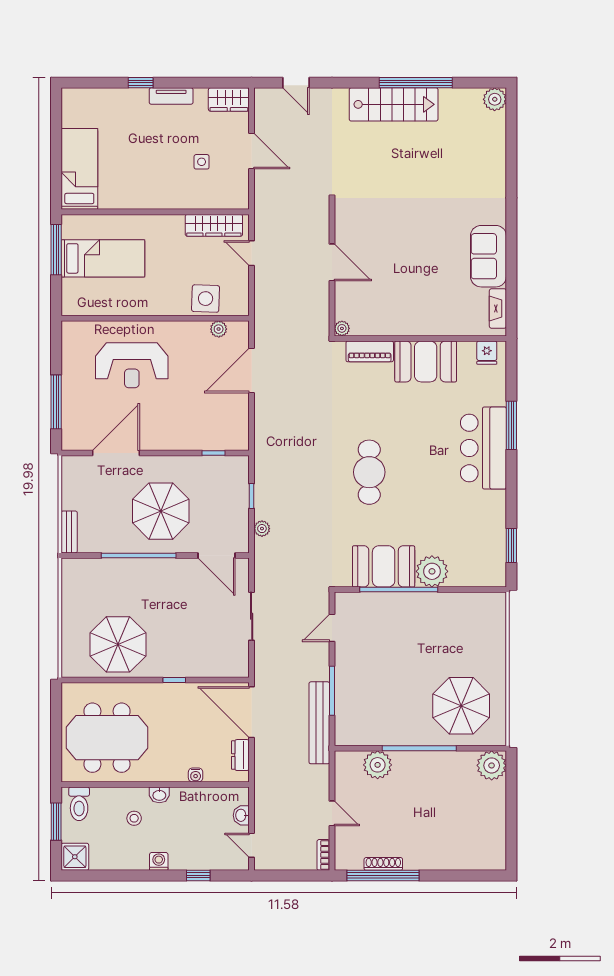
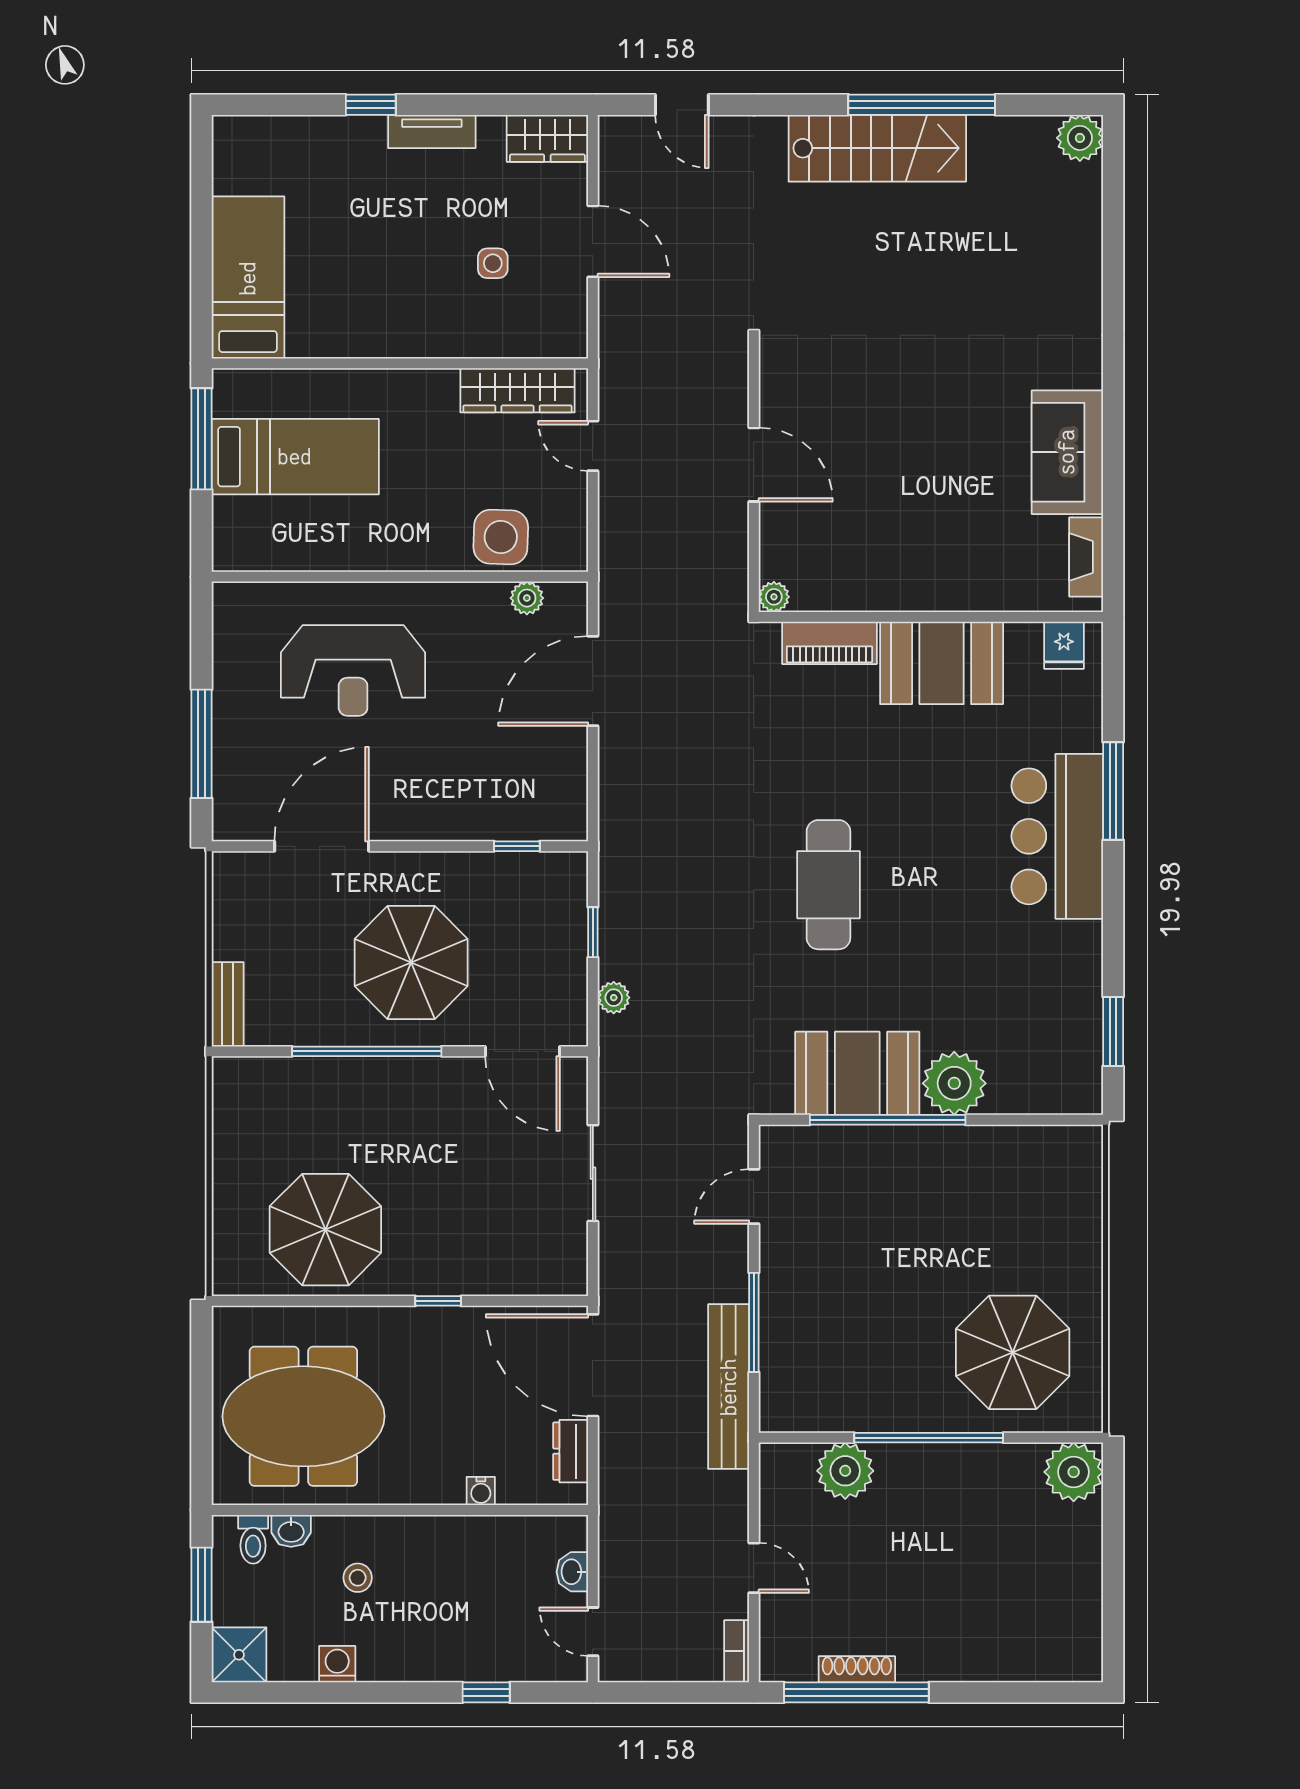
washbasin: (159, 795) -> (291, 1531), moved
toilet: (79, 804) -> (253, 1539), width x0.73, depth x0.72
washing machine: (159, 861) -> (337, 1664), moved

